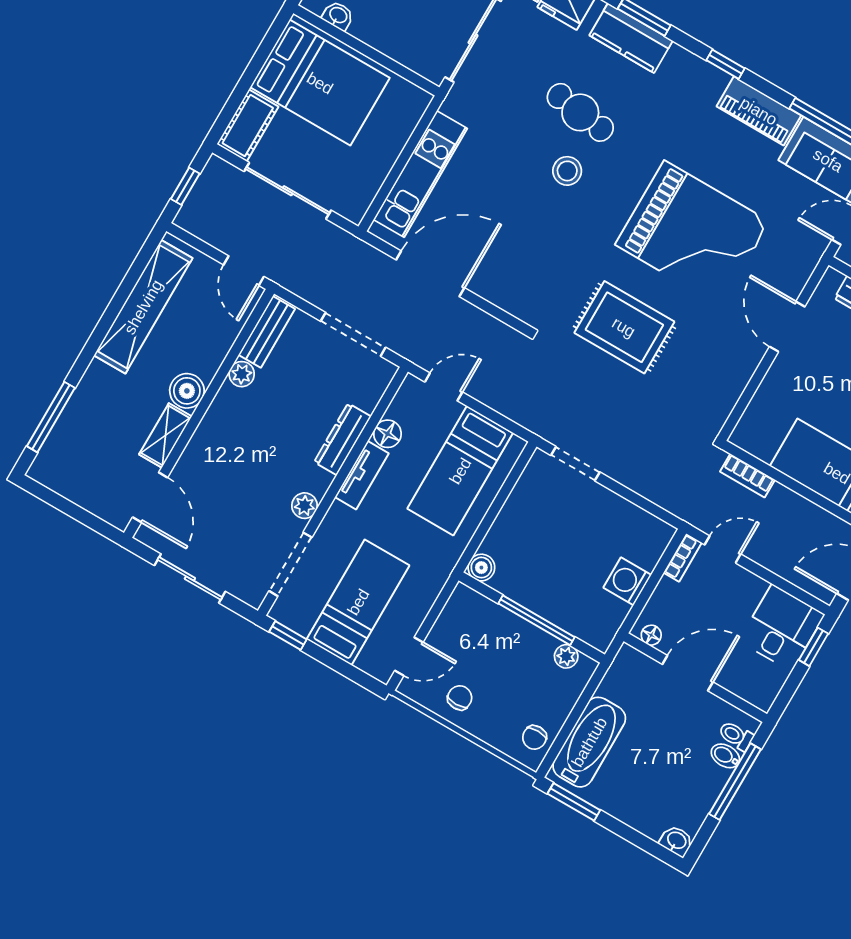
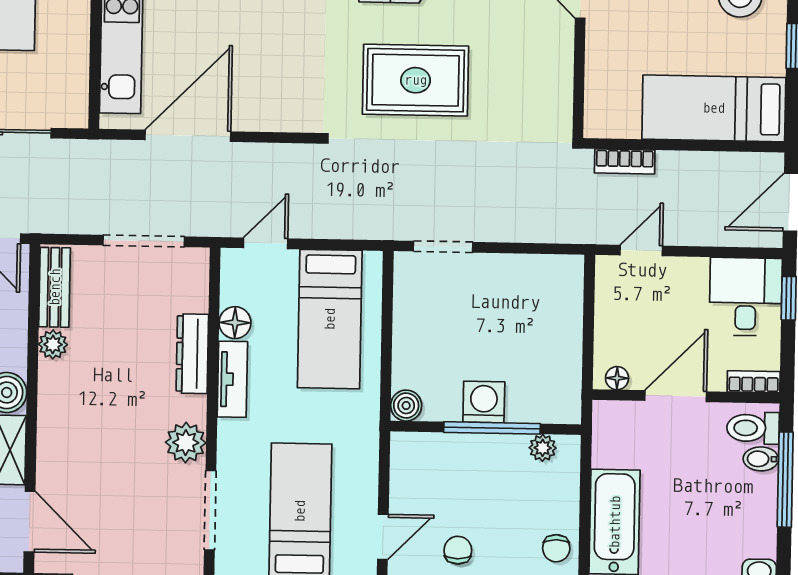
plant: (305, 506) -> (186, 443), width x1.38, depth x1.38
bookcase: (683, 558) -> (754, 382), moved, turned -90
washing machine: (627, 581) -> (484, 402), moved, turned 90
toilet: (736, 736) -> (753, 428), width x1.37, depth x1.39

